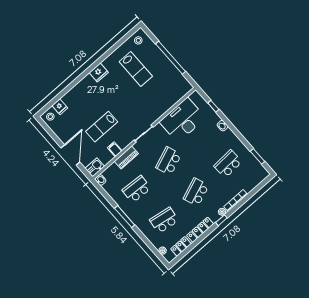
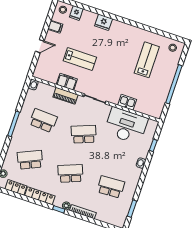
lab bench: (136, 69) -> (147, 60), turned 180
fridge: (99, 73) -> (104, 22), moved
lab bench: (102, 127) -> (80, 59), turned 180
filing cabinet: (61, 132) -> (55, 27), added
filing cabinet: (115, 149) -> (67, 82), width x2.00
door: (70, 155) -> (40, 46), width x0.53
kitchen sink: (95, 167) -> (127, 102), moved
school desk: (164, 220) -> (30, 160), turned -33

